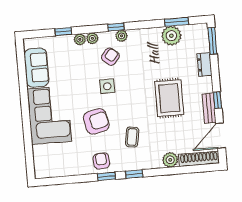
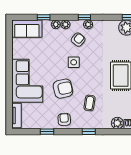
sofa: (36, 68) -> (27, 29), moved, turned 90
tv unit: (39, 161) -> (16, 115), added
window: (106, 176) -> (47, 132), moved

